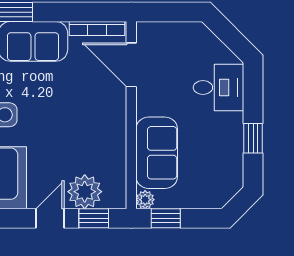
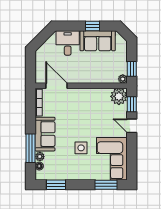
door: (131, 65) -> (57, 86), swing flipped
sofa: (157, 153) -> (98, 41), moved, turned 180
plant: (85, 192) -> (119, 96), moved

